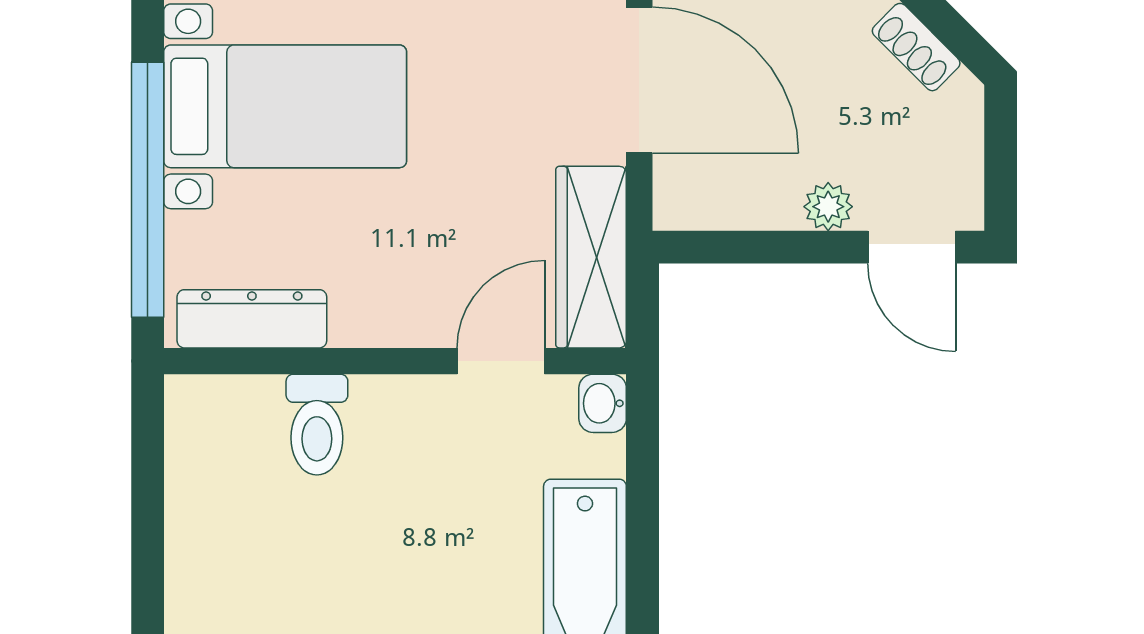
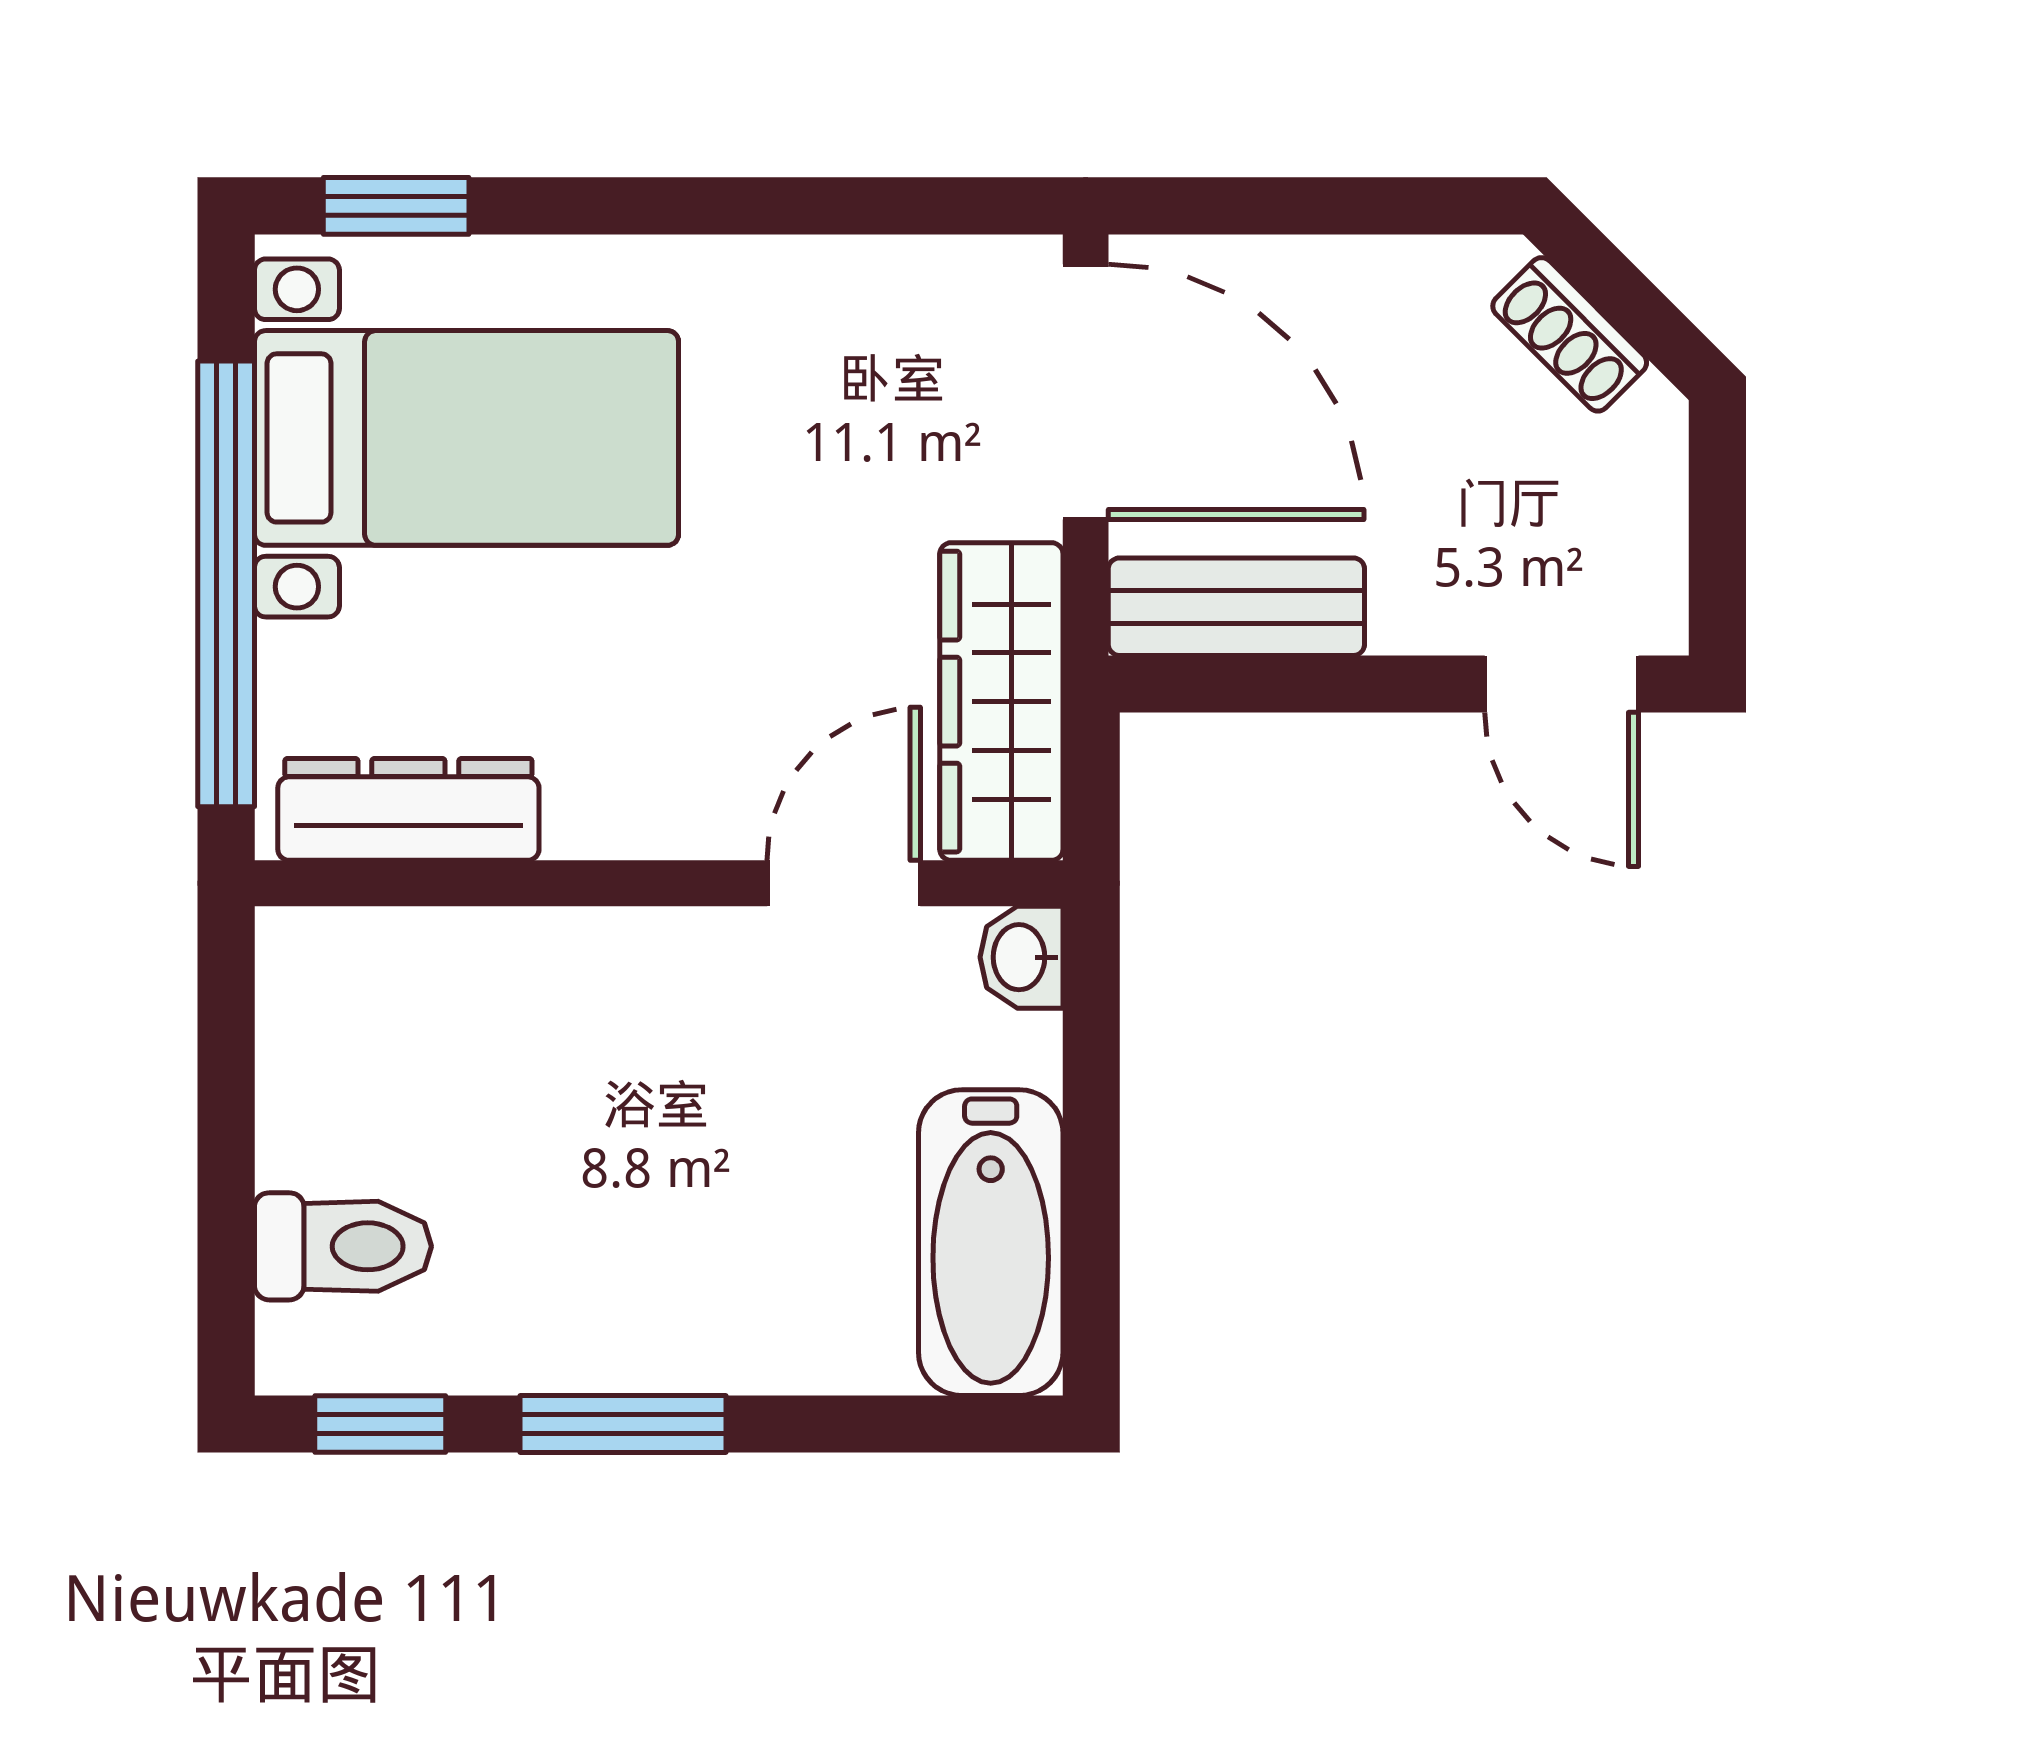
bench: (726, 203) -> (1236, 607), added
plant: (828, 207) -> (1416, 613), removed
toilet: (317, 425) -> (343, 1246), moved, turned -90

